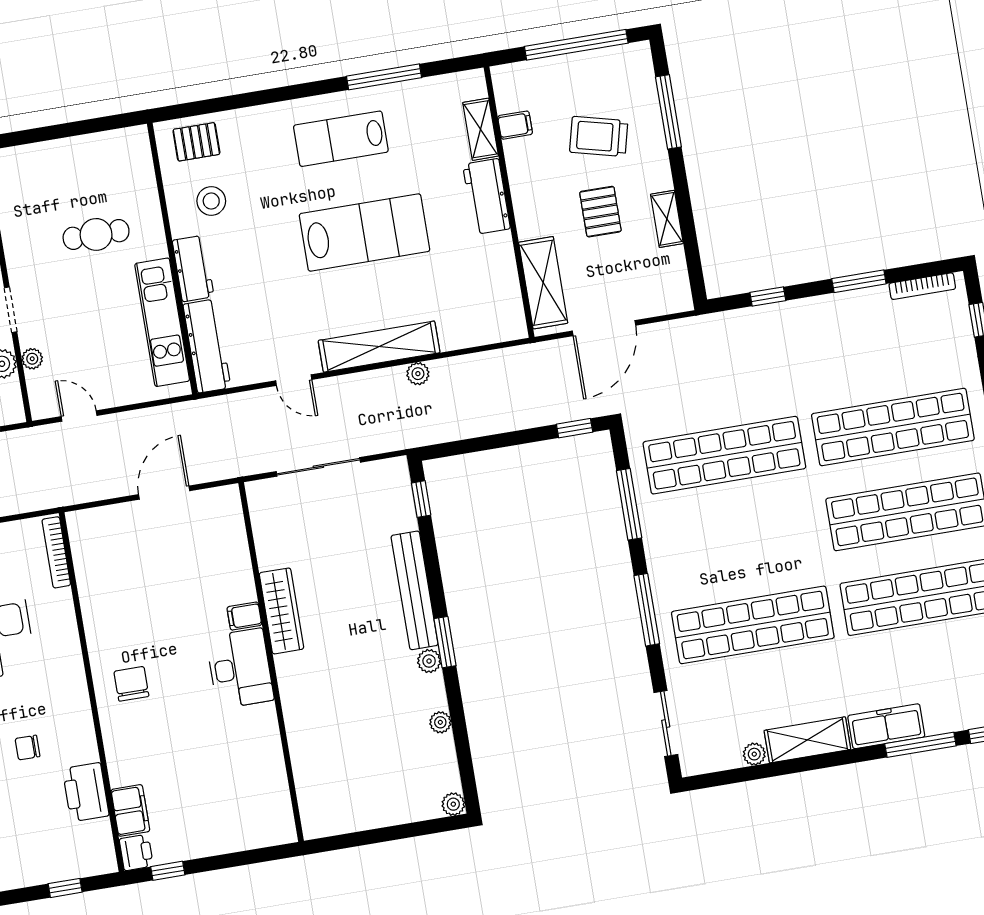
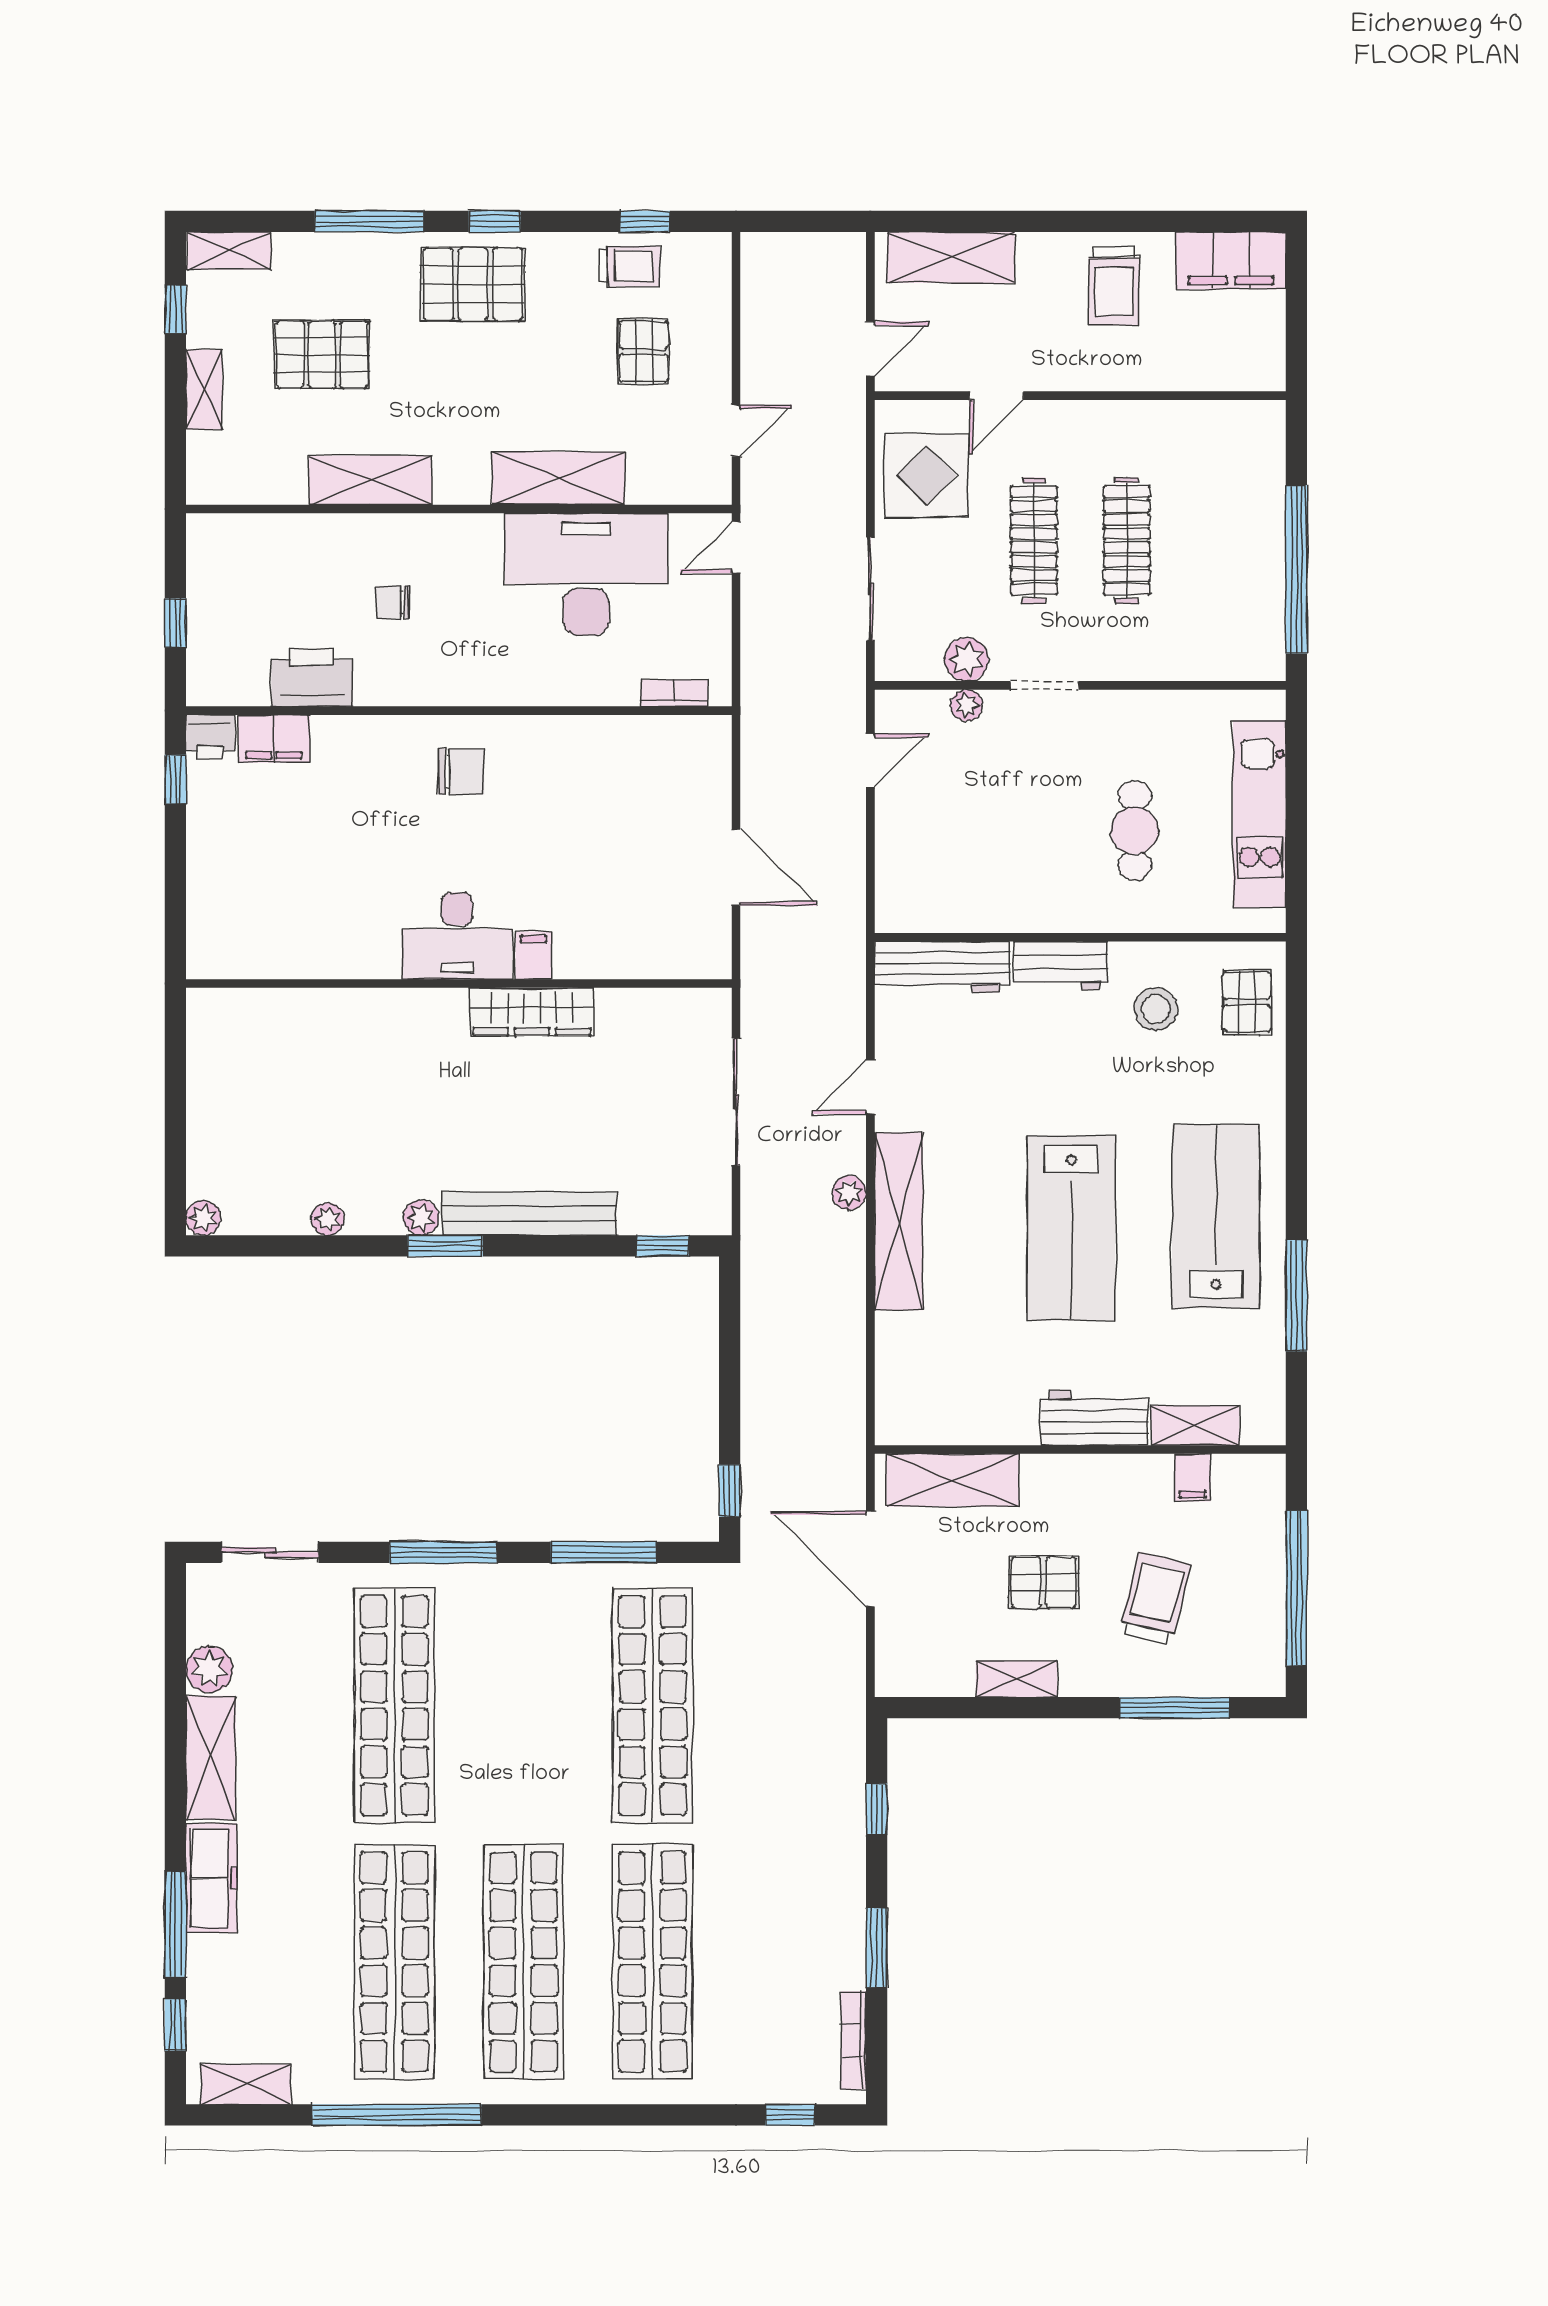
lab bench: (341, 139) -> (1216, 1216), width x1.36, depth x1.39
kitchen unit: (162, 322) -> (1260, 814), moved, turned -90
plant: (418, 374) -> (849, 1193), moved
bookcase: (56, 552) -> (674, 693), width x0.64
chair: (28, 748) -> (393, 602), turned -90
plant: (754, 754) -> (209, 1669), width x1.38, depth x1.38

